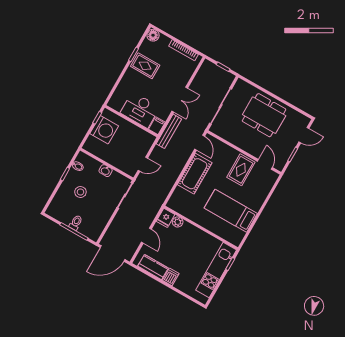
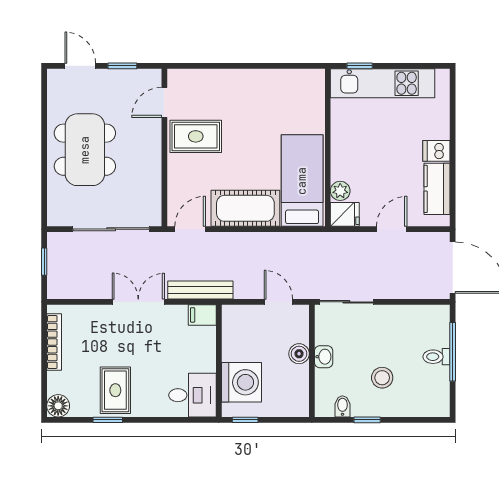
desk: (140, 110) -> (192, 395), moved, width x0.73
washing machine: (104, 130) -> (241, 382), moved, turned 90
boiler: (113, 160) -> (299, 354), added
bed: (231, 211) -> (302, 181), moved, turned 180

